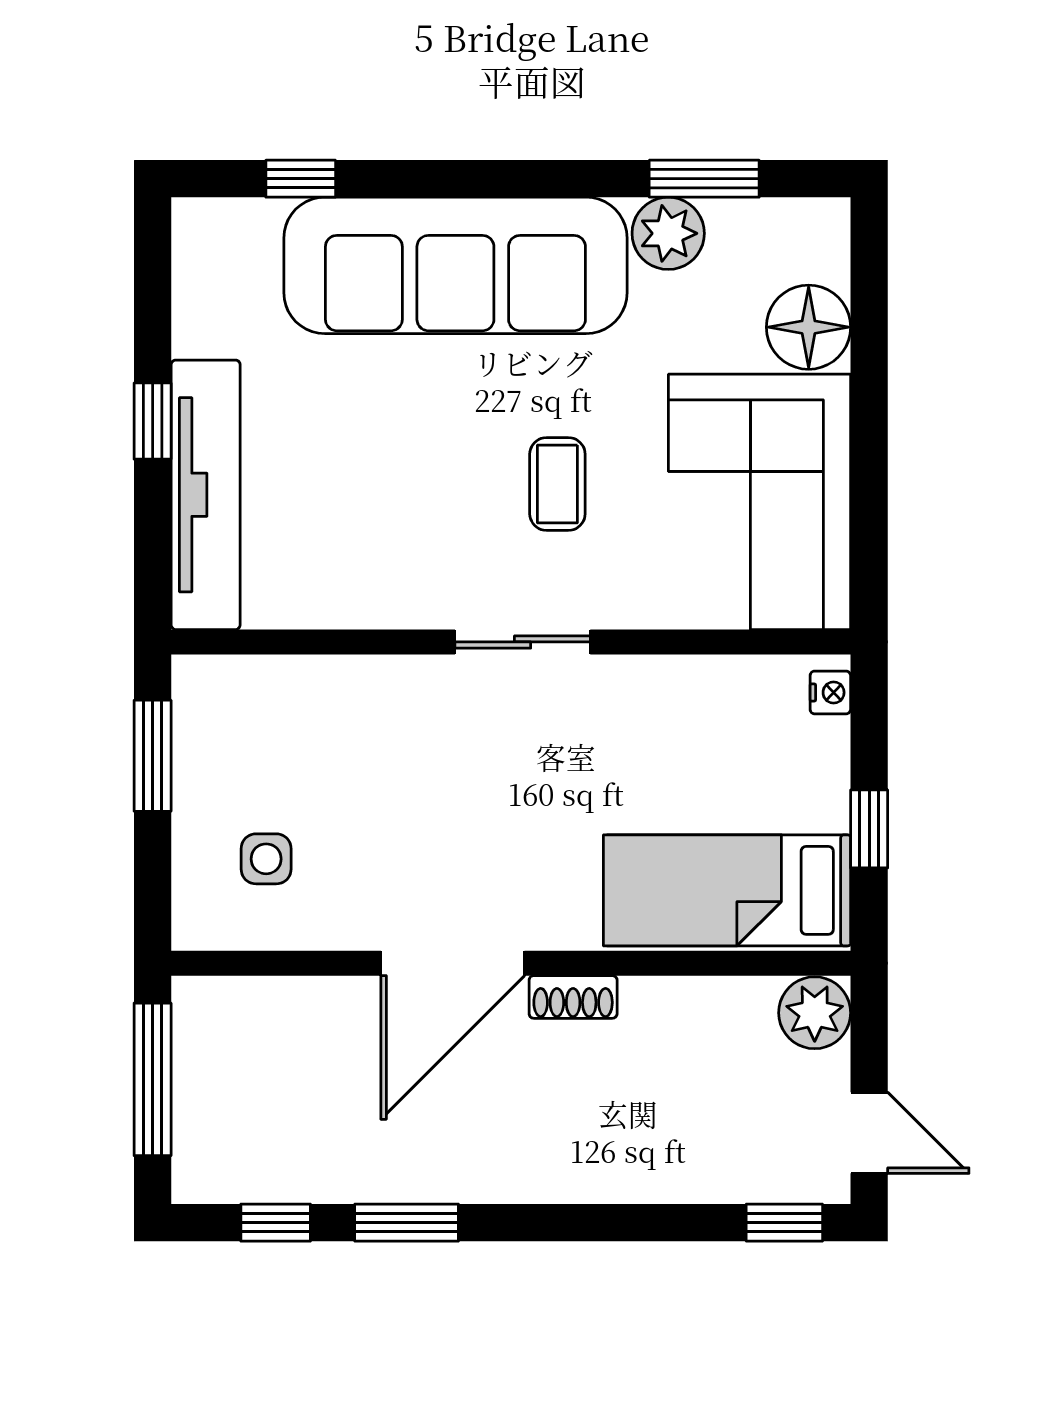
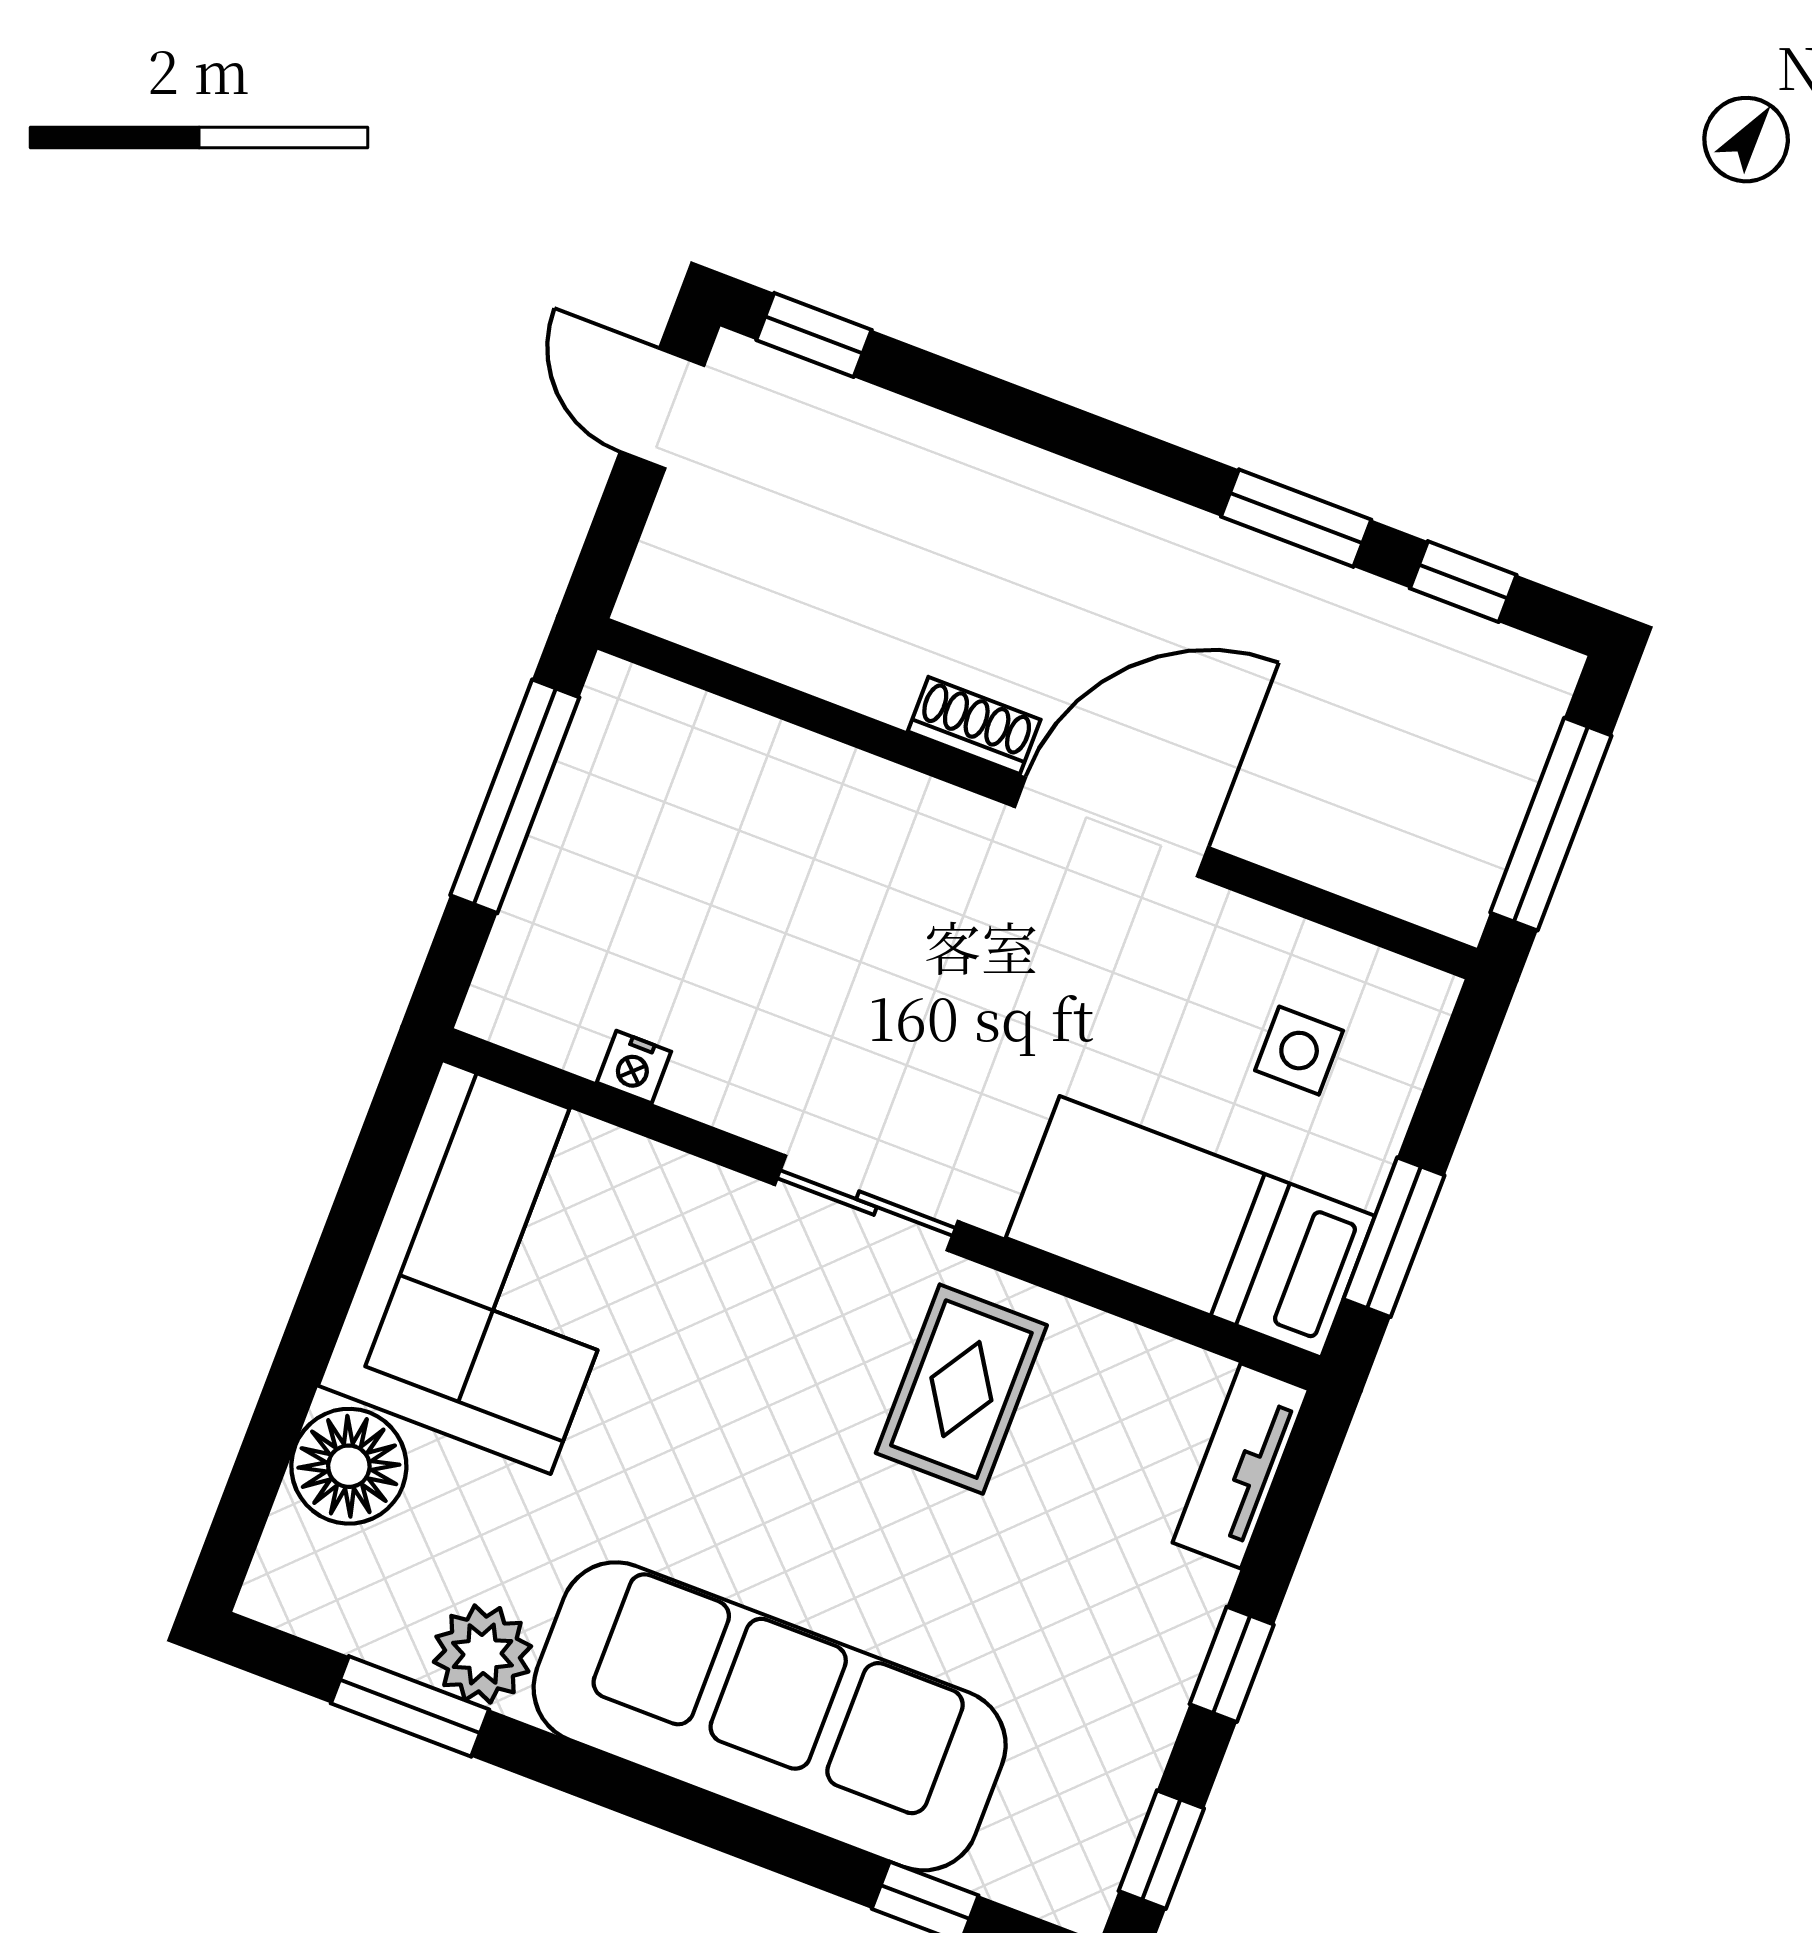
window: (153, 276) -> (1161, 1850), added
coffee table: (557, 484) -> (745, 1388), removed
tv unit: (206, 495) -> (1241, 1466), width x0.52, depth x0.78
rug: (409, 539) -> (961, 1389), added
nightstand: (830, 692) -> (634, 1067), moved, turned -90
window: (869, 829) -> (515, 796), width x2.17
bed: (727, 890) -> (1190, 1227), moved, turned 180
plant: (815, 1013) -> (673, 588), removed

